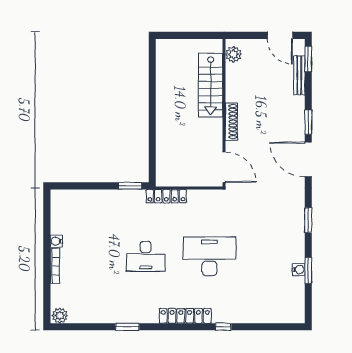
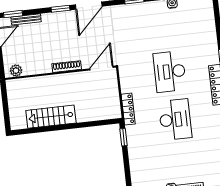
stairs: (211, 85) -> (51, 117), moved, turned 180
desk: (146, 256) -> (175, 120), width x1.36, depth x1.30

